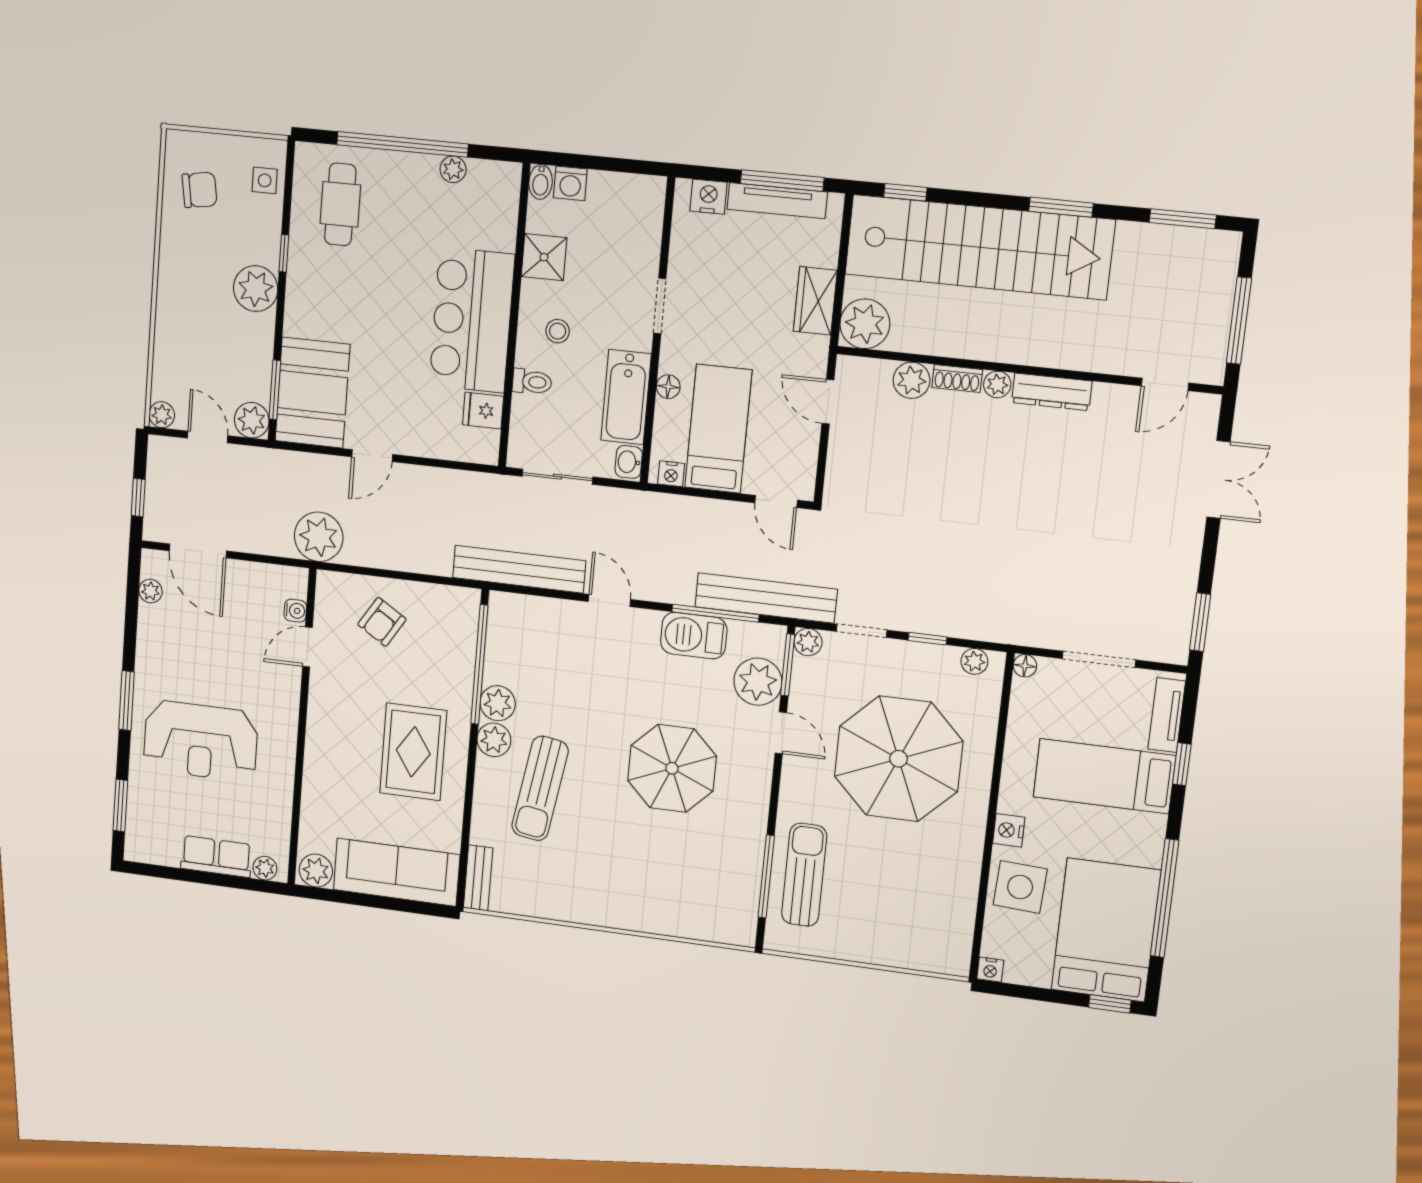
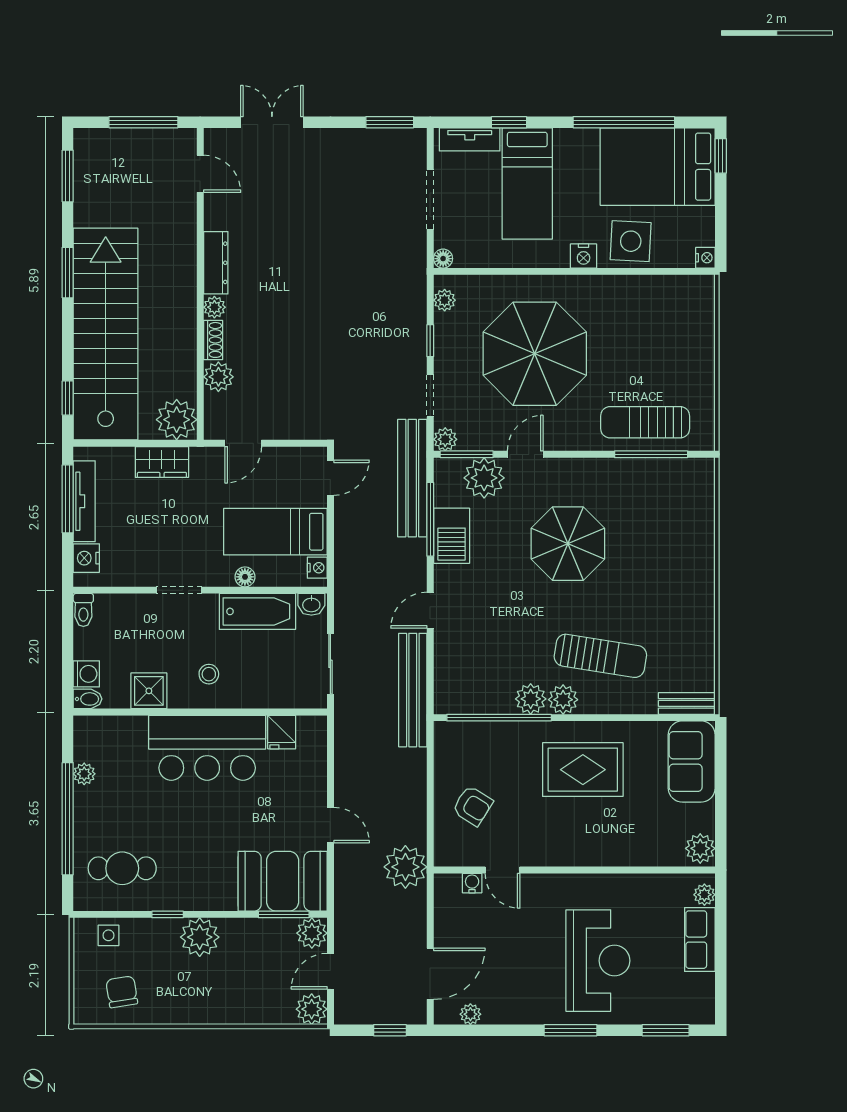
toilet: (532, 382) -> (83, 610), moved, turned 180
plant: (162, 415) -> (312, 1009), width x1.38, depth x1.38
sofa: (397, 872) -> (692, 762), width x0.73

